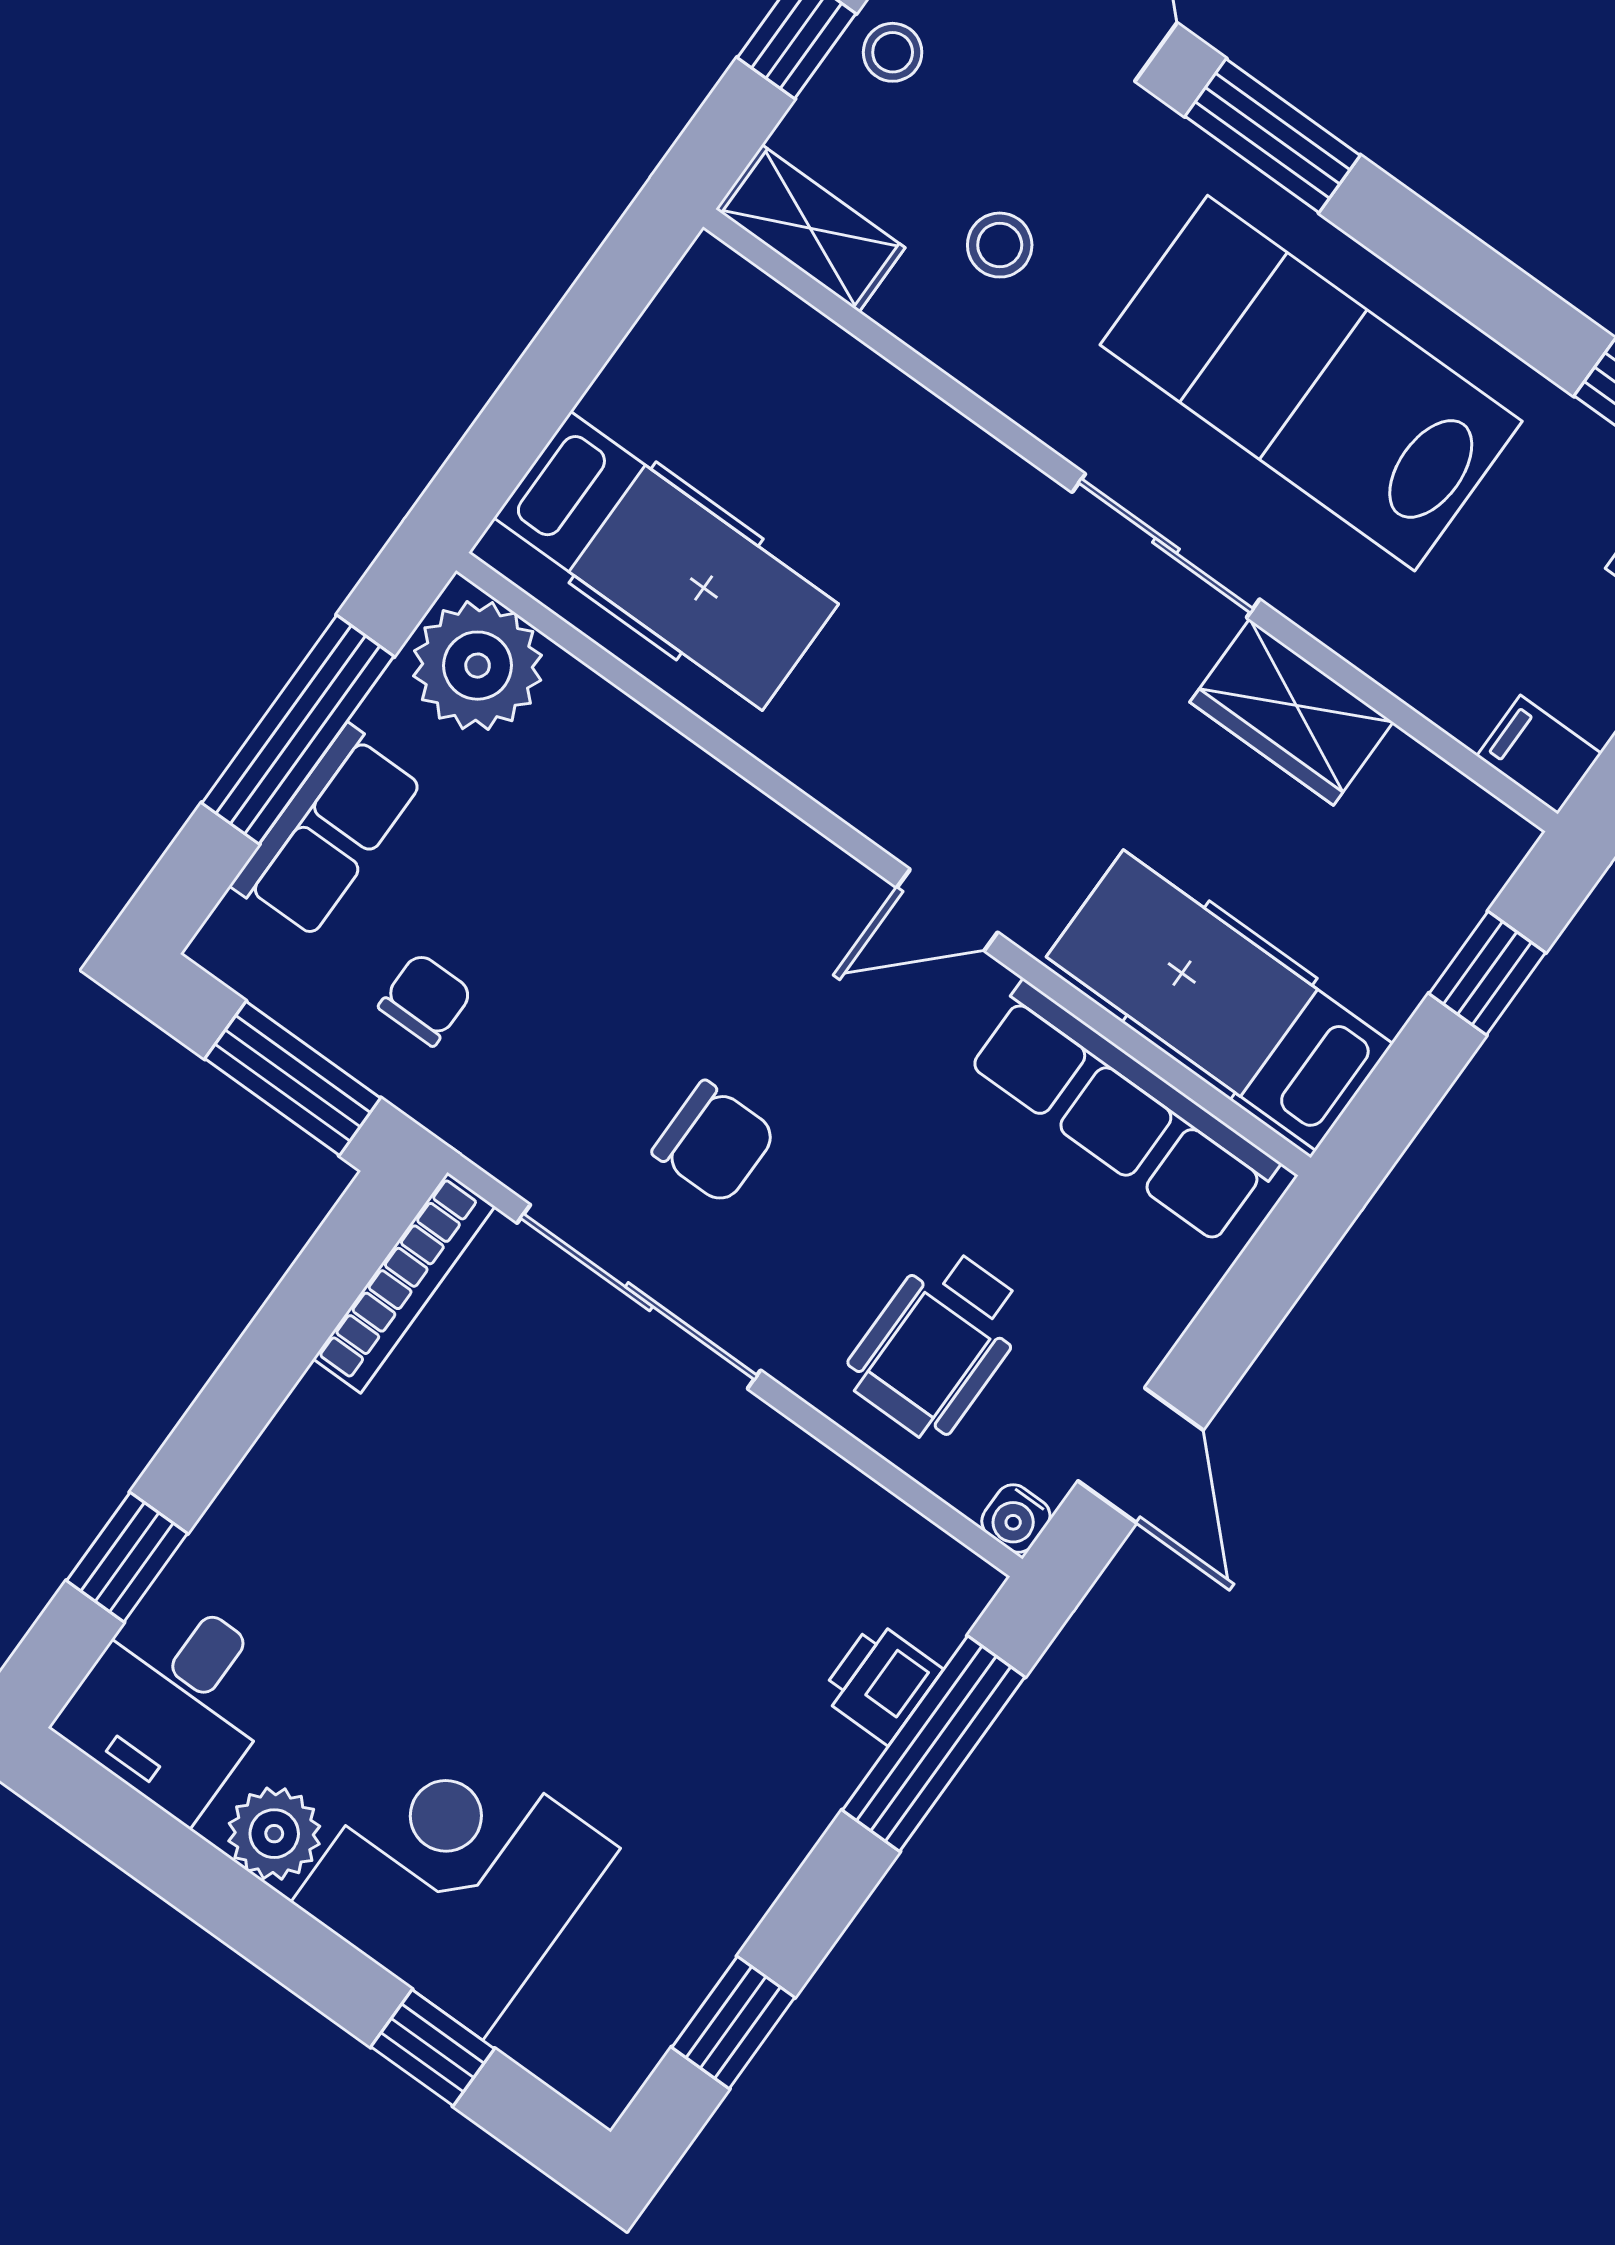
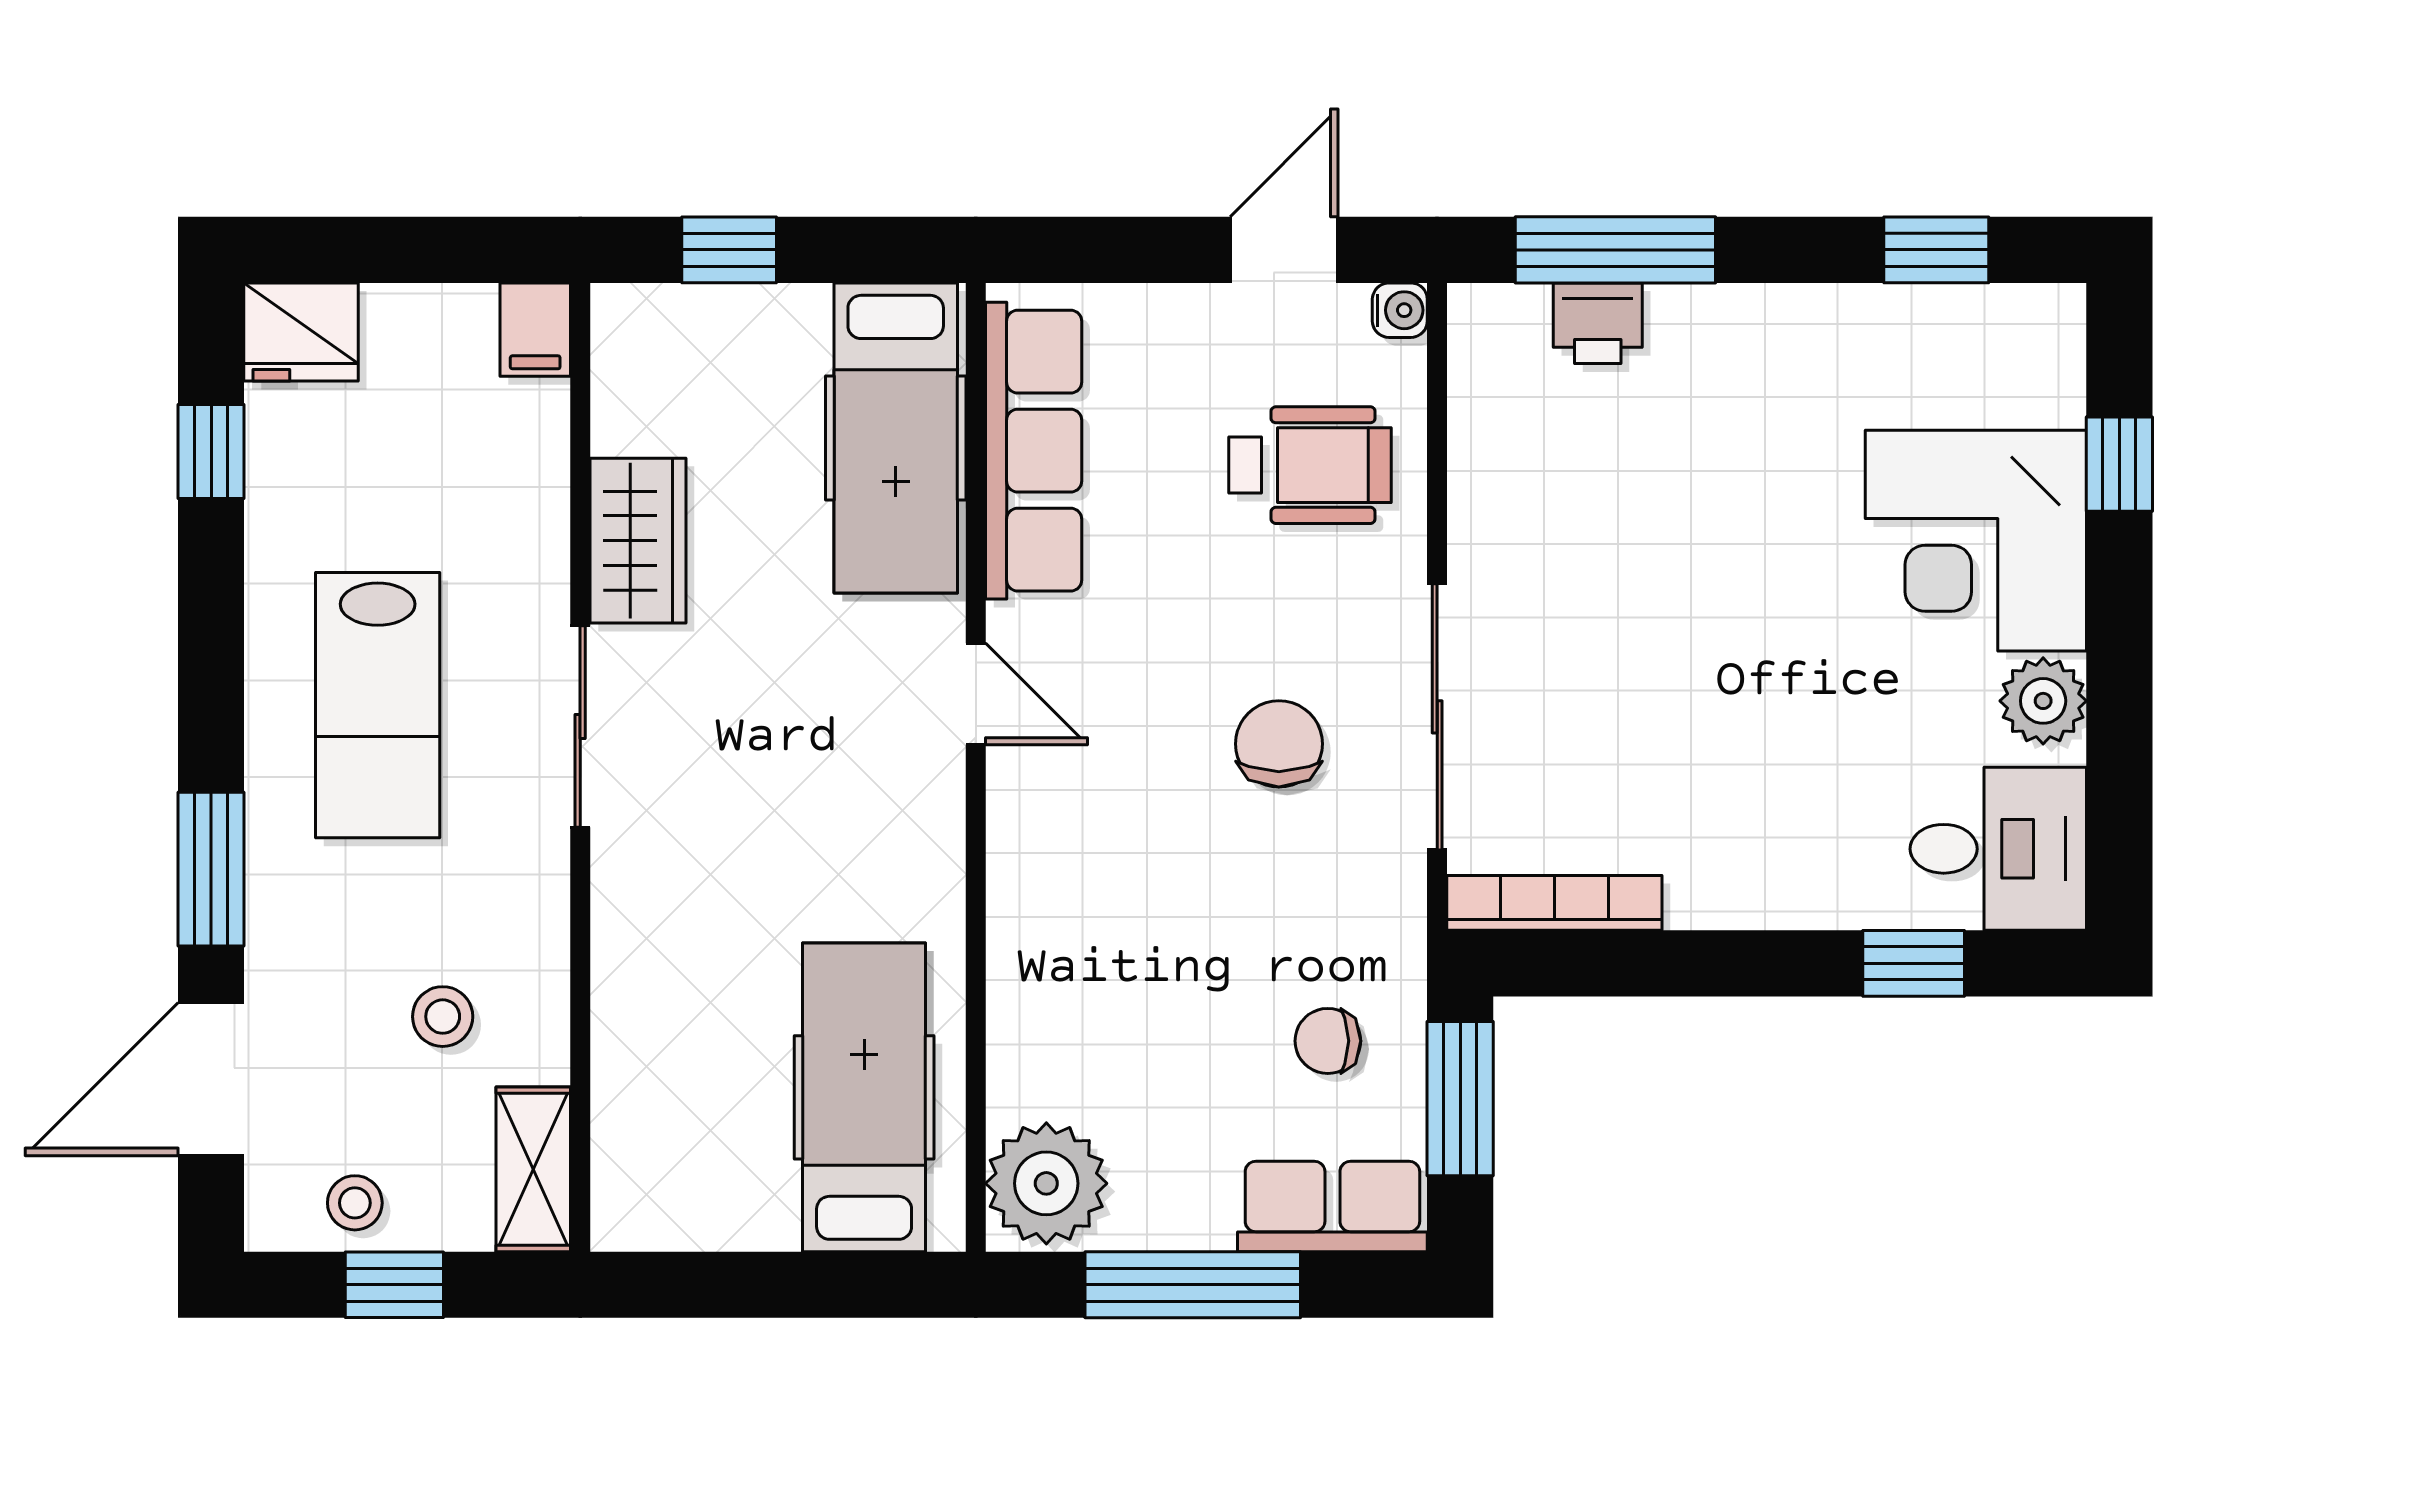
lab bench: (1311, 383) -> (378, 705), width x0.73, depth x0.72
row of seats: (328, 832) -> (1332, 1206), moved

